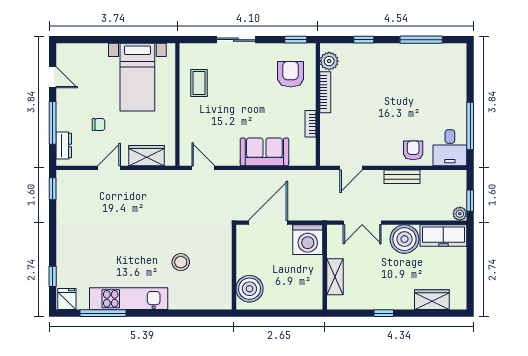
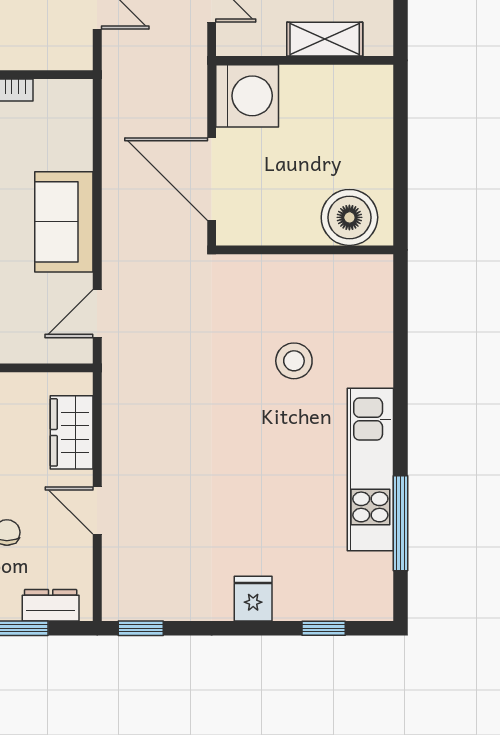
sofa: (264, 152) -> (64, 222), moved
fridge: (67, 299) -> (253, 599), moved, turned 90

